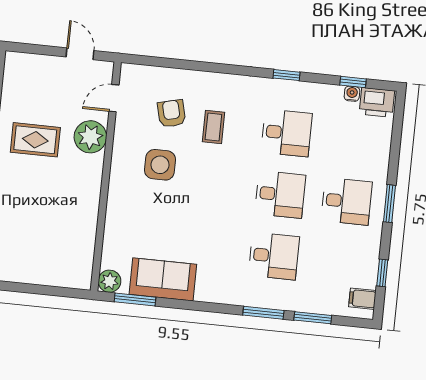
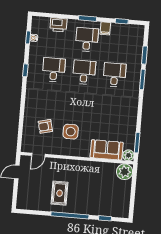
door: (114, 98) -> (38, 155), hinge flipped
printer: (377, 102) -> (58, 25), moved, turned 90
coffee table: (213, 127) -> (52, 106), removed
plant: (90, 137) -> (125, 172), moved
sofa: (163, 279) -> (107, 150), moved, turned 90
filing cabinet: (362, 299) -> (105, 28), moved

